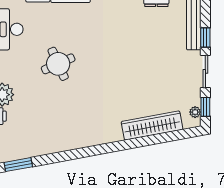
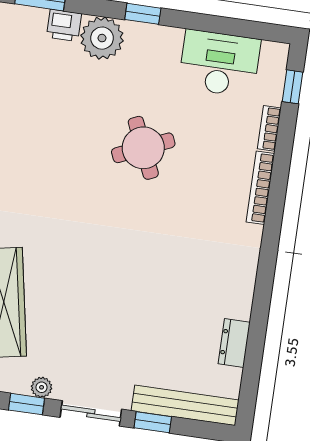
plant: (195, 112) -> (42, 387), moved

